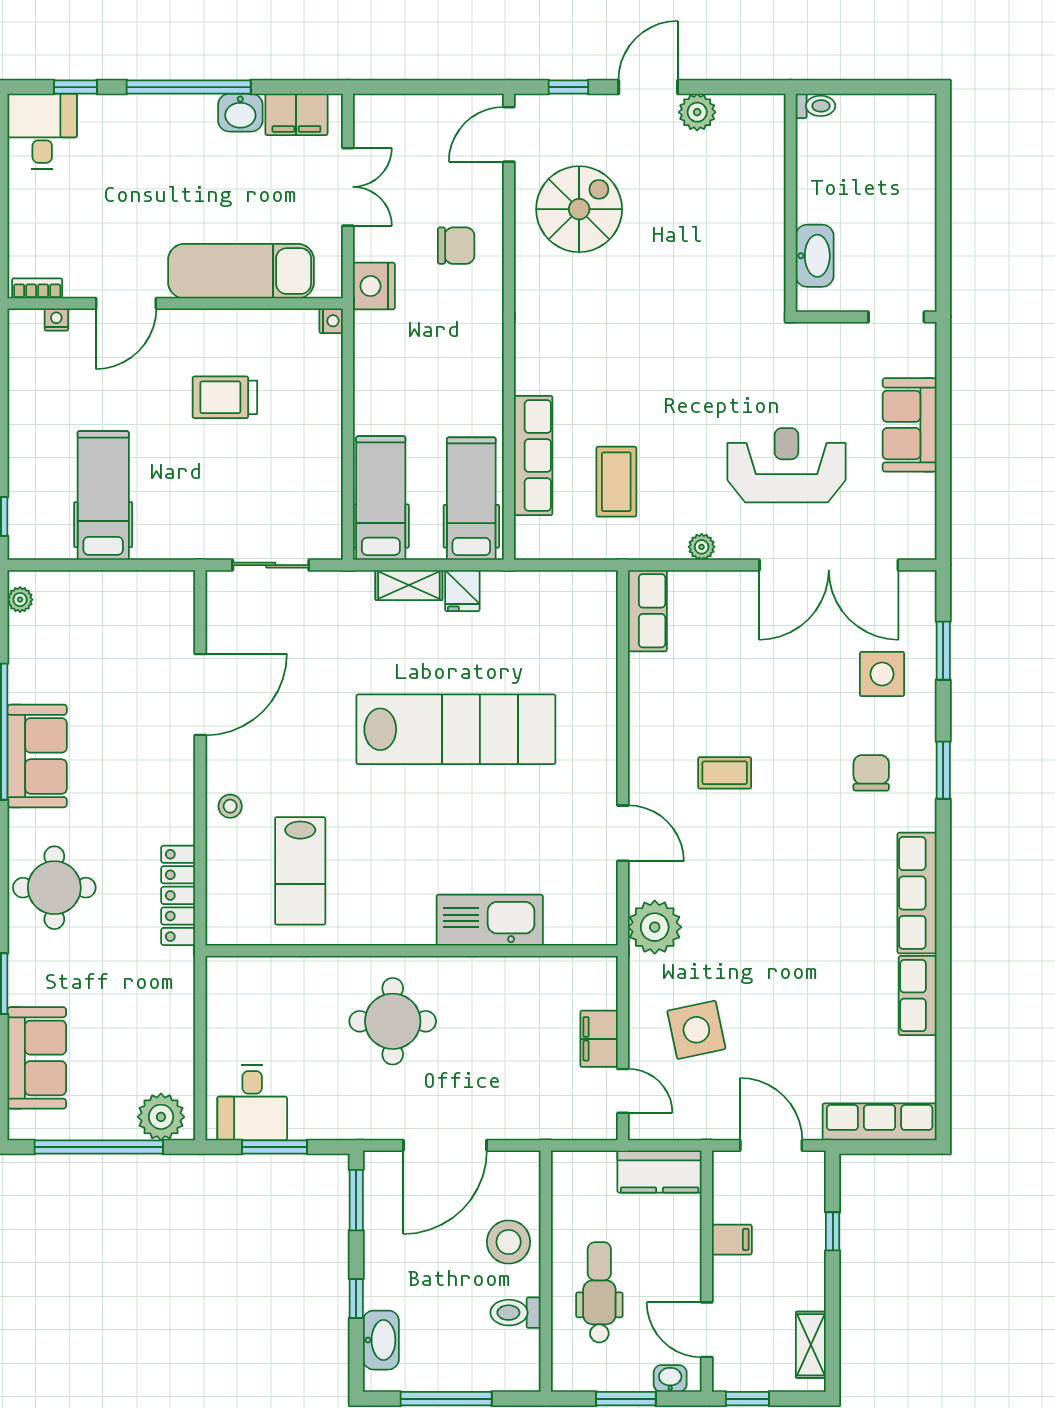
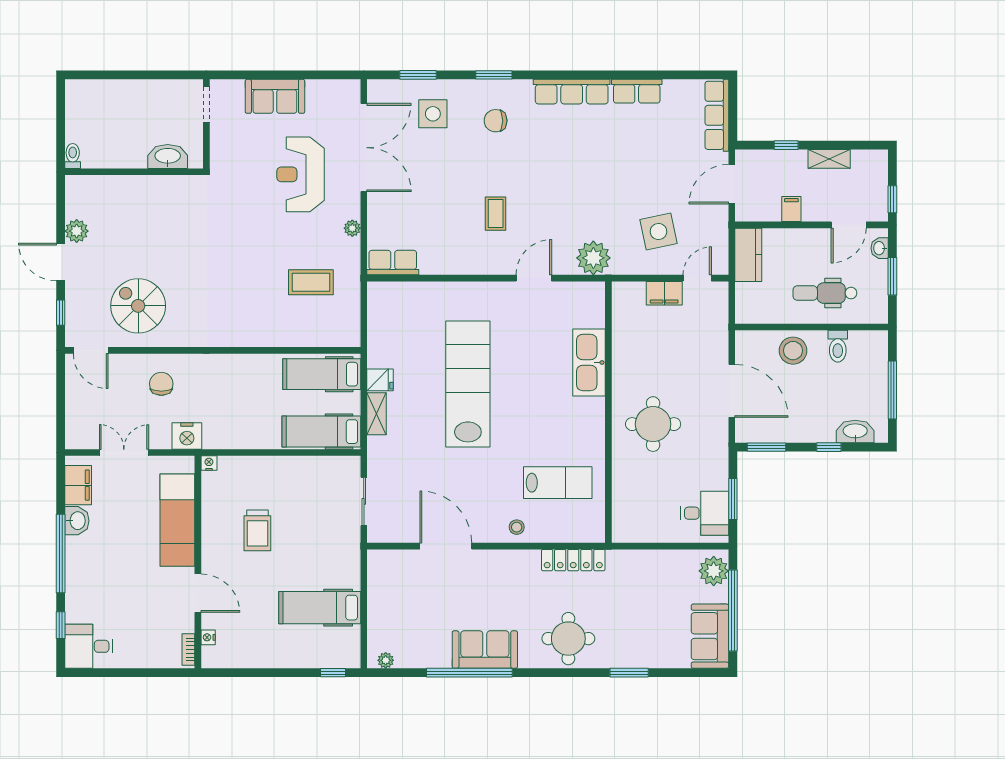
row of seats: (533, 456) -> (294, 335), removed
sofa: (37, 1058) -> (710, 636), moved, turned -90
shelving: (811, 1345) -> (829, 159), moved

